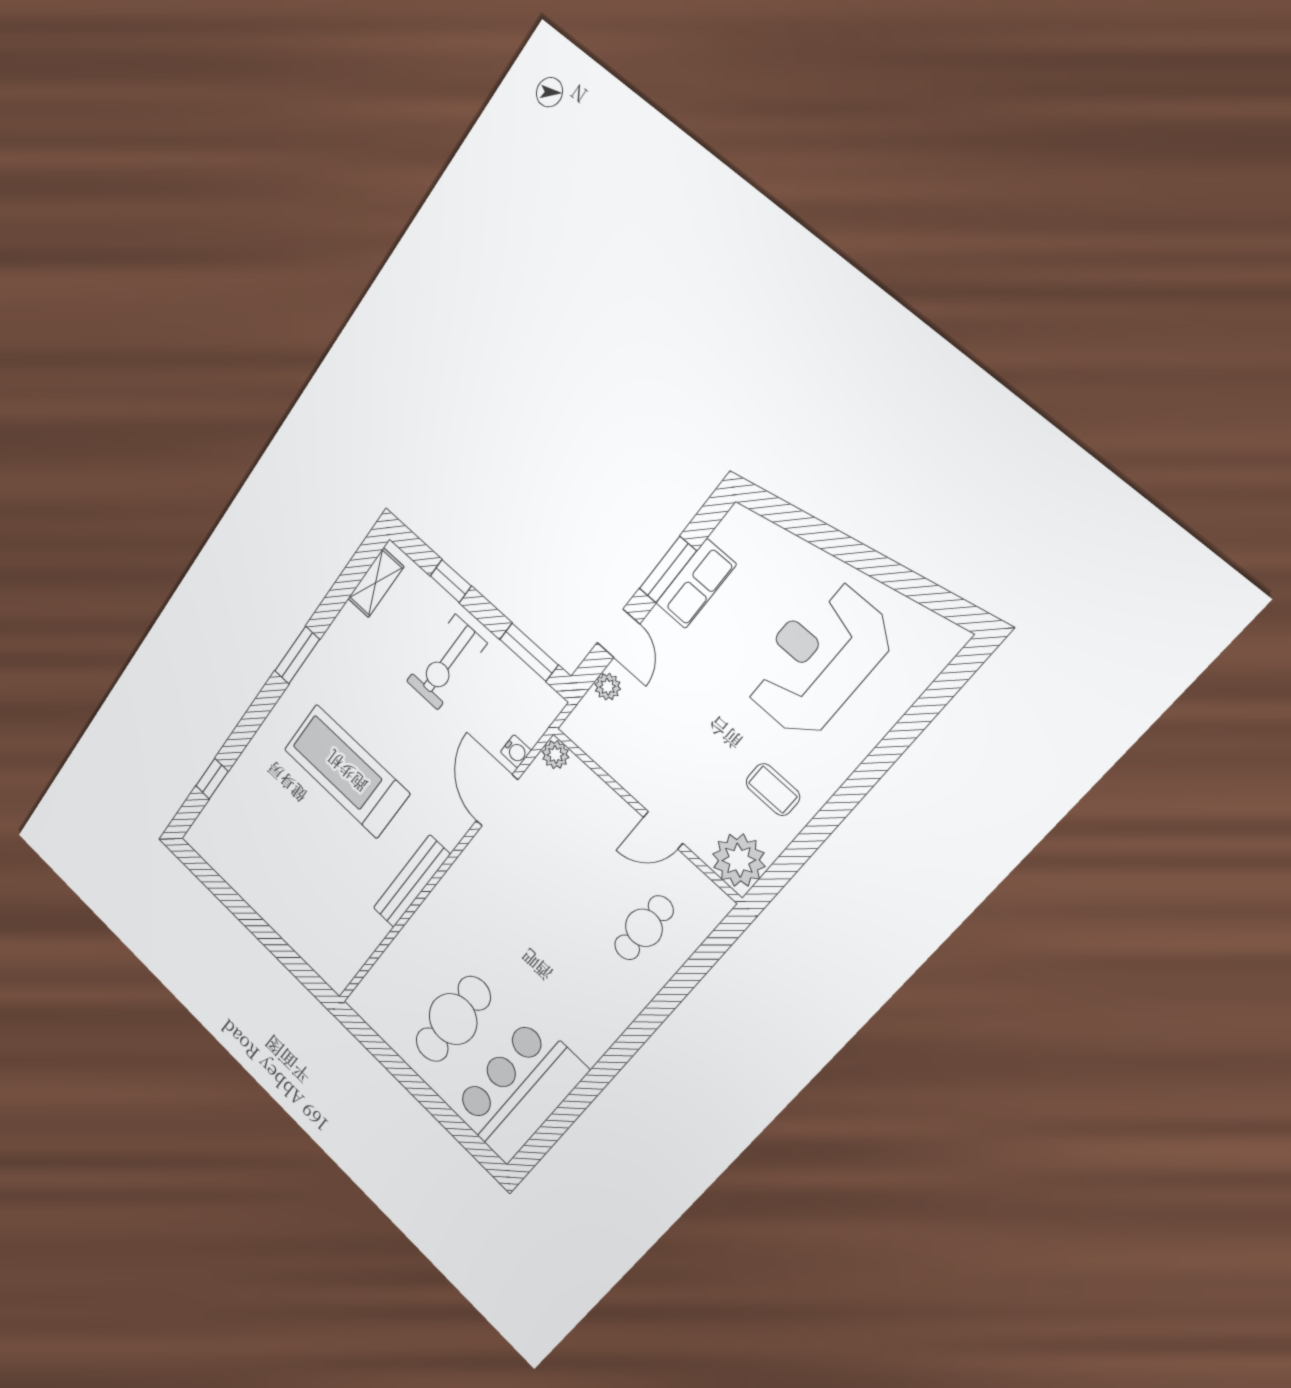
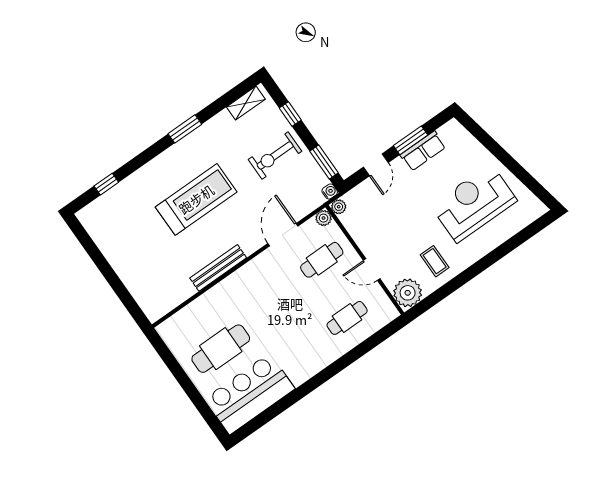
plant: (608, 687) -> (339, 207), moved
water cooler: (516, 751) -> (330, 191), moved, turned -90
treadmill: (347, 771) -> (196, 199), turned 90
cafe table: (573, 831) -> (322, 260), added

